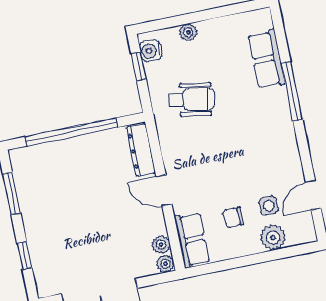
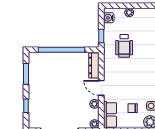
window: (139, 66) -> (101, 36), moved
wheelchair: (192, 99) -> (124, 46), turned 80
plant: (161, 245) -> (94, 104), moved

